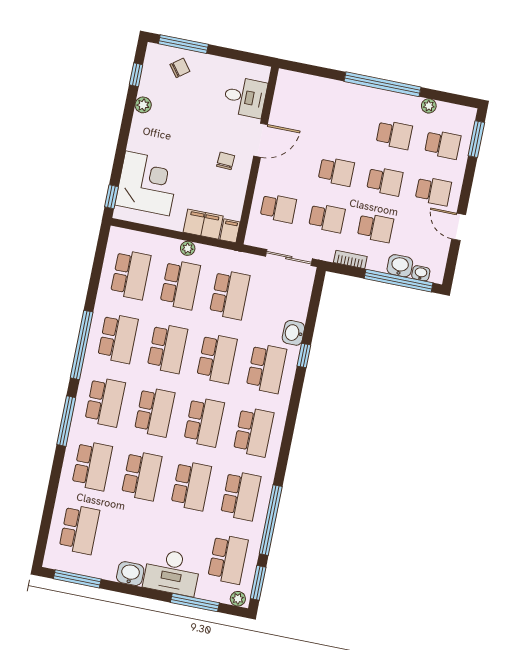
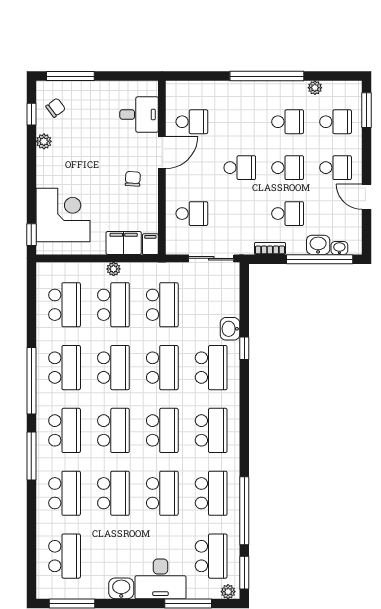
chair: (180, 68) -> (56, 108), moved
school desk: (327, 218) -> (192, 122), moved

